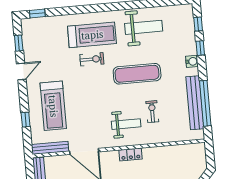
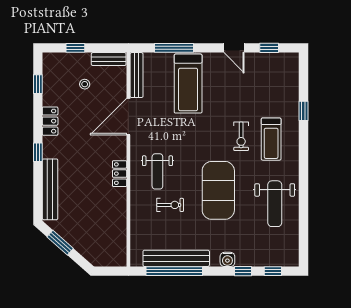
window: (37, 14) -> (303, 111), moved
treadmill: (92, 35) -> (271, 139), width x0.73, depth x0.73
exercise mat: (137, 74) -> (218, 190), width x1.47
treadmill: (53, 106) -> (188, 84), turned -90
window: (26, 120) -> (174, 48), width x2.17

